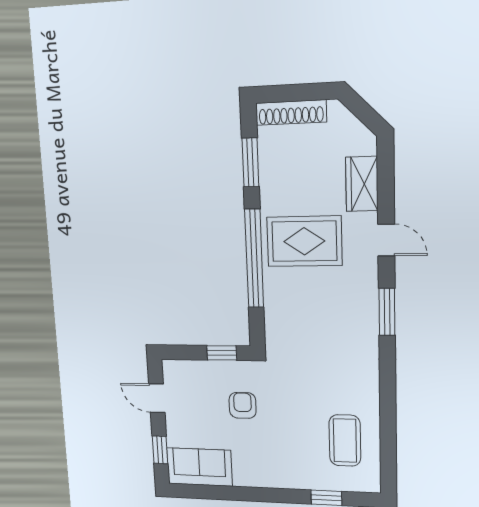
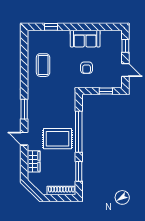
window: (222, 353) -> (106, 91), moved
coffee table: (345, 440) -> (43, 65), moved
sofa: (199, 467) -> (85, 39), moved

